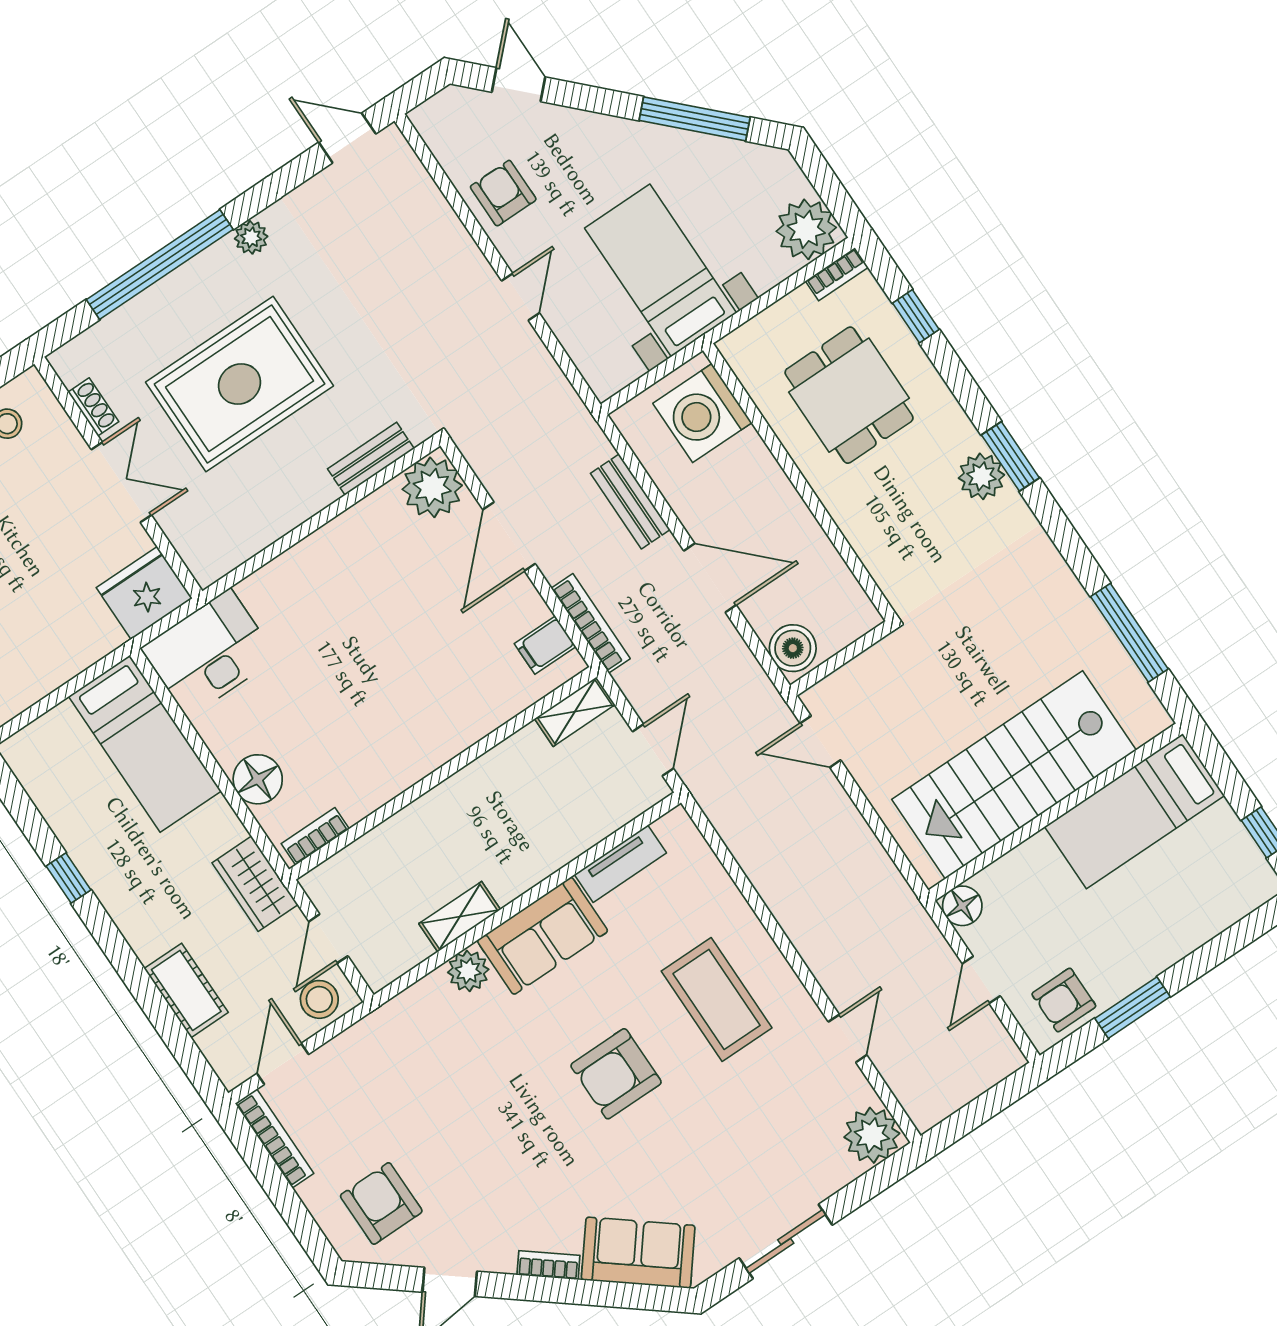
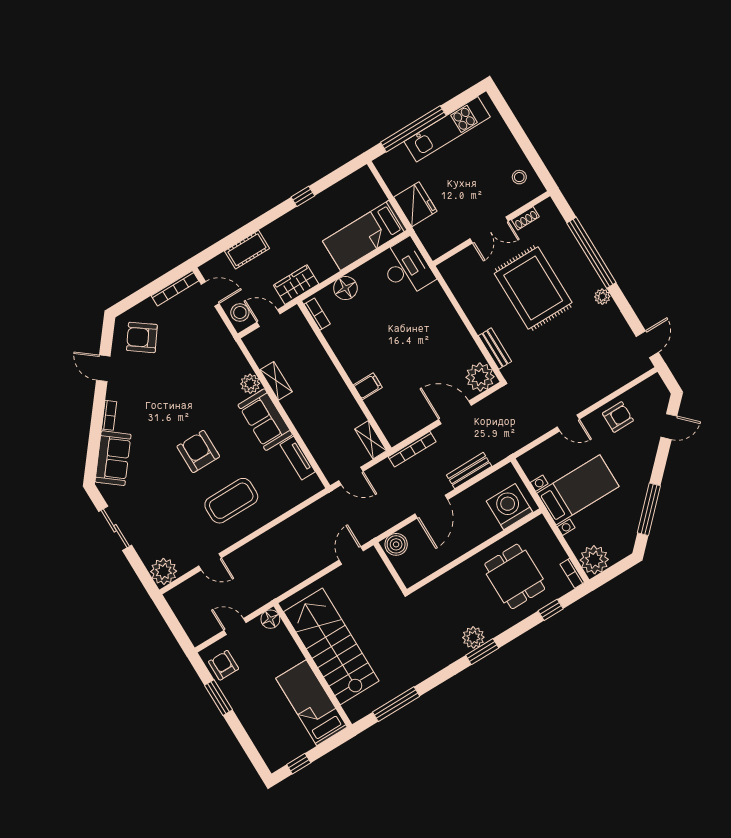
dining table: (849, 395) -> (515, 576), turned 90
fridge: (144, 593) -> (415, 204), moved
filing cabinet: (545, 645) -> (368, 386), moved, turned 90
armchair: (381, 1203) -> (142, 337), turned -144

